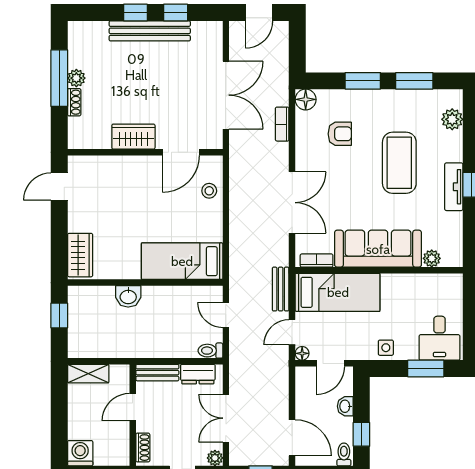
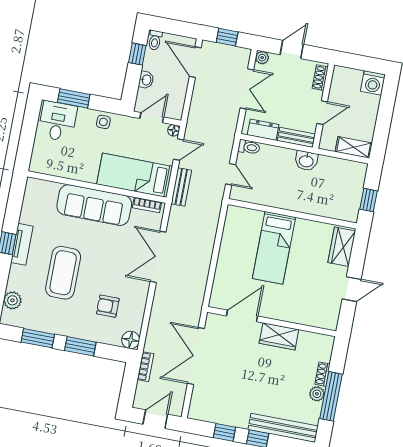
bench: (150, 31) -> (283, 428), moved
bookcase: (282, 124) -> (146, 367), moved
door: (59, 187) -> (352, 289), moved
stool: (209, 191) -> (225, 280), removed
plant: (432, 258) -> (51, 188), removed
bed: (182, 261) -> (274, 248), moved, turned 90
washbasin: (128, 296) -> (306, 161), moved, turned 180

